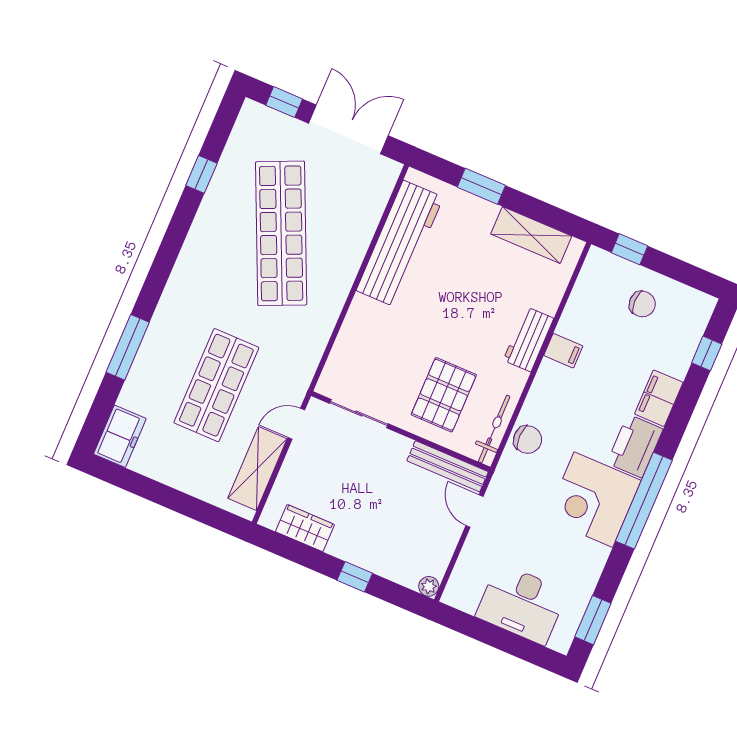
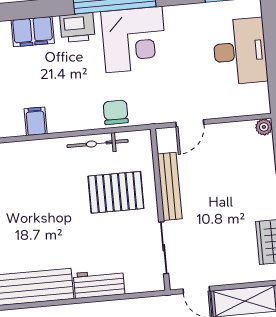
workbench: (528, 339) -> (99, 284), moved, turned 180
bicycle: (494, 429) -> (98, 143), moved
printer: (635, 446) -> (77, 28), width x0.73, depth x0.84
bench: (448, 466) -> (170, 186), moved

